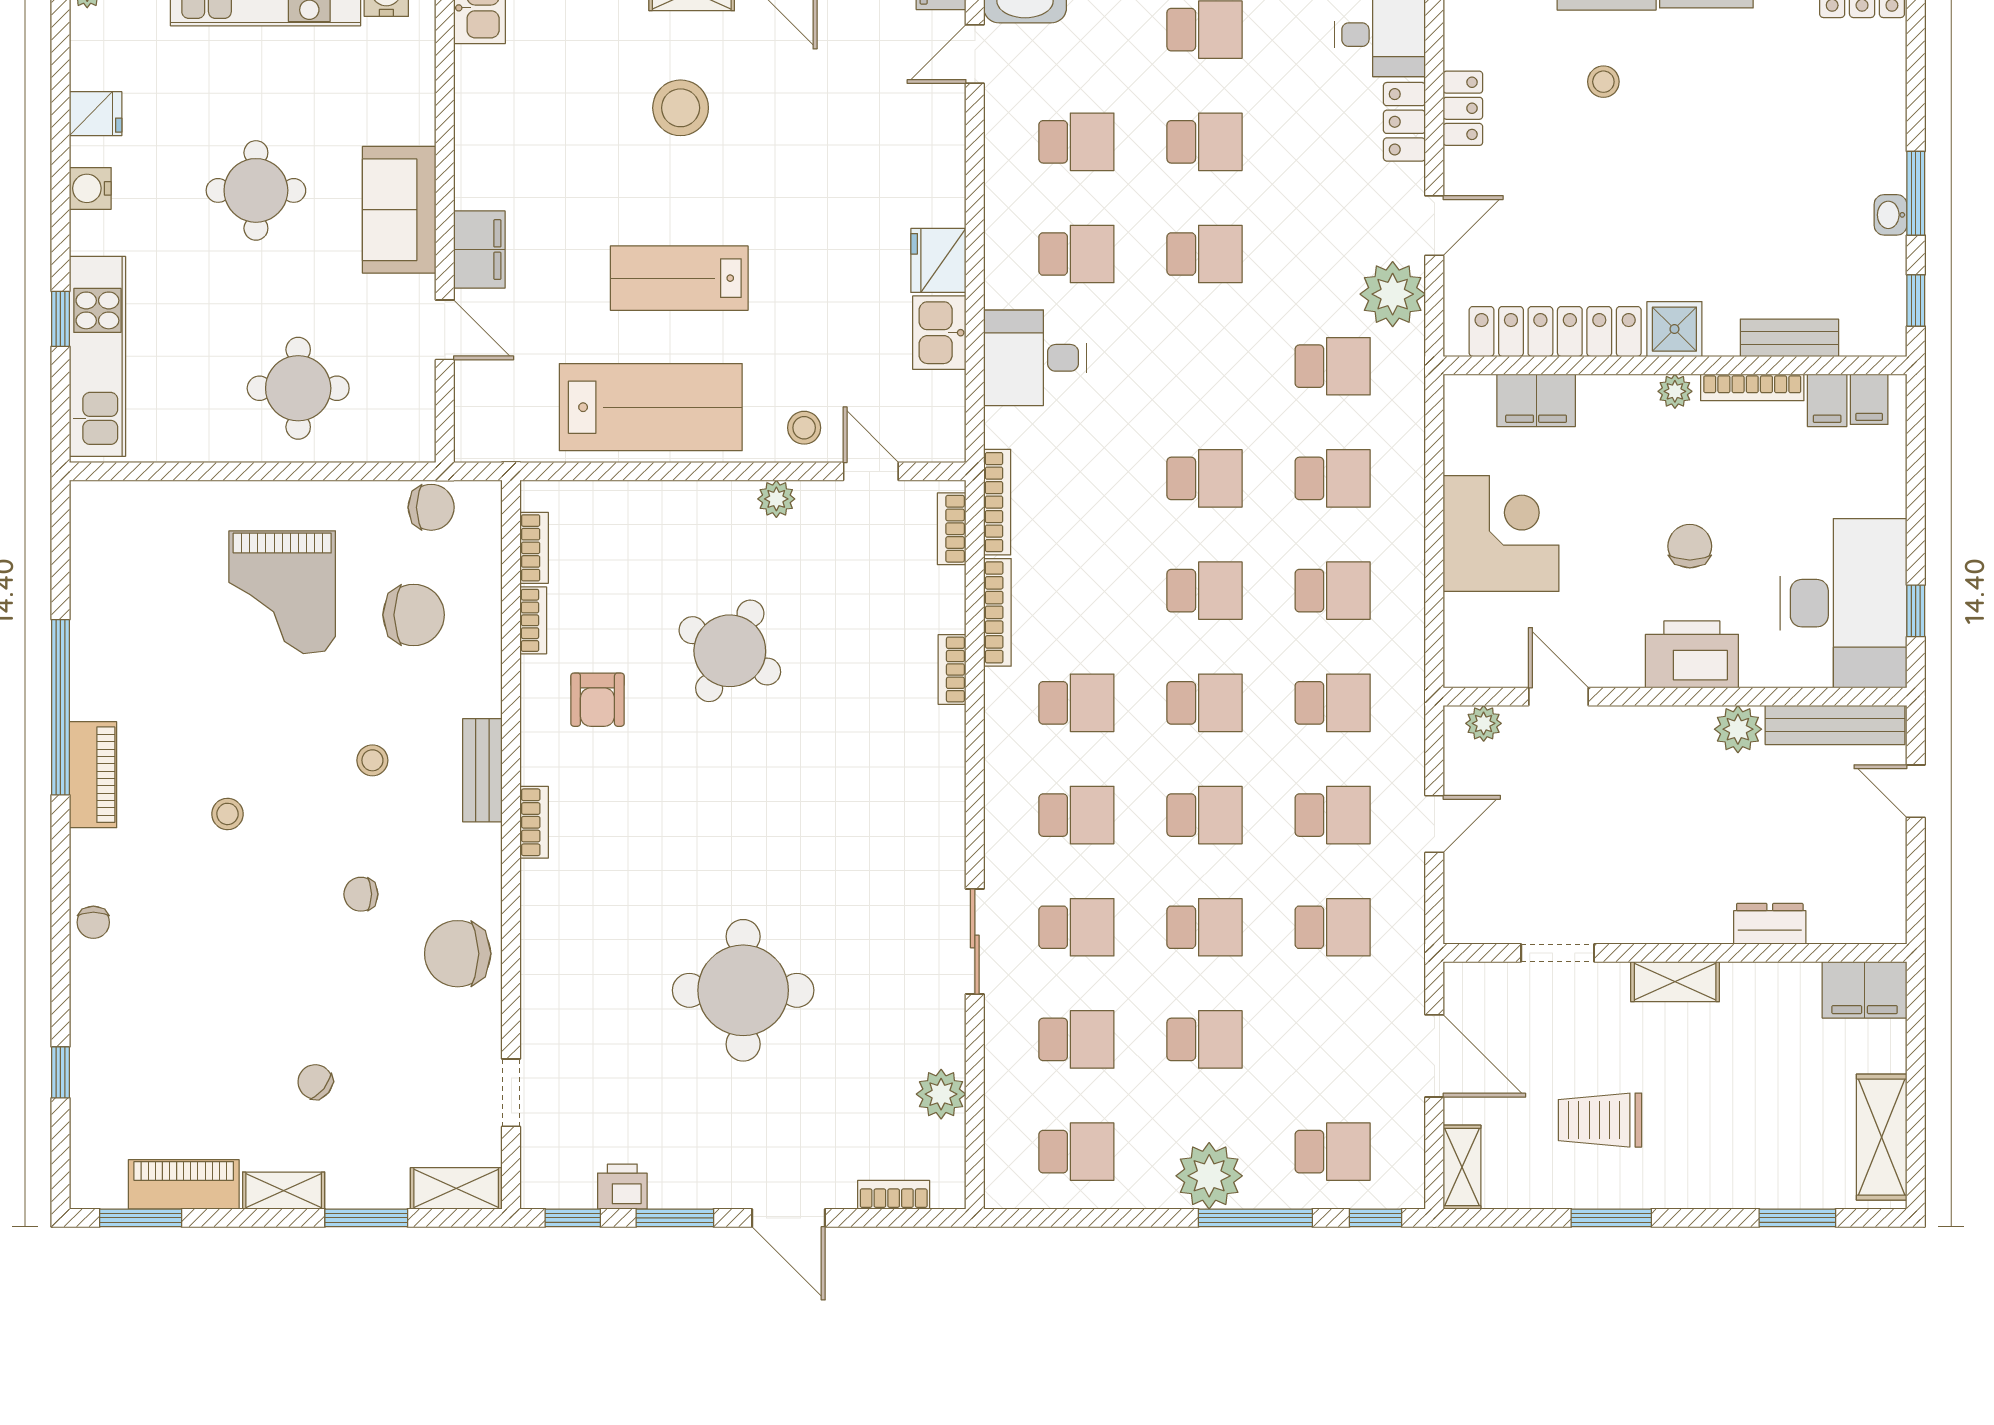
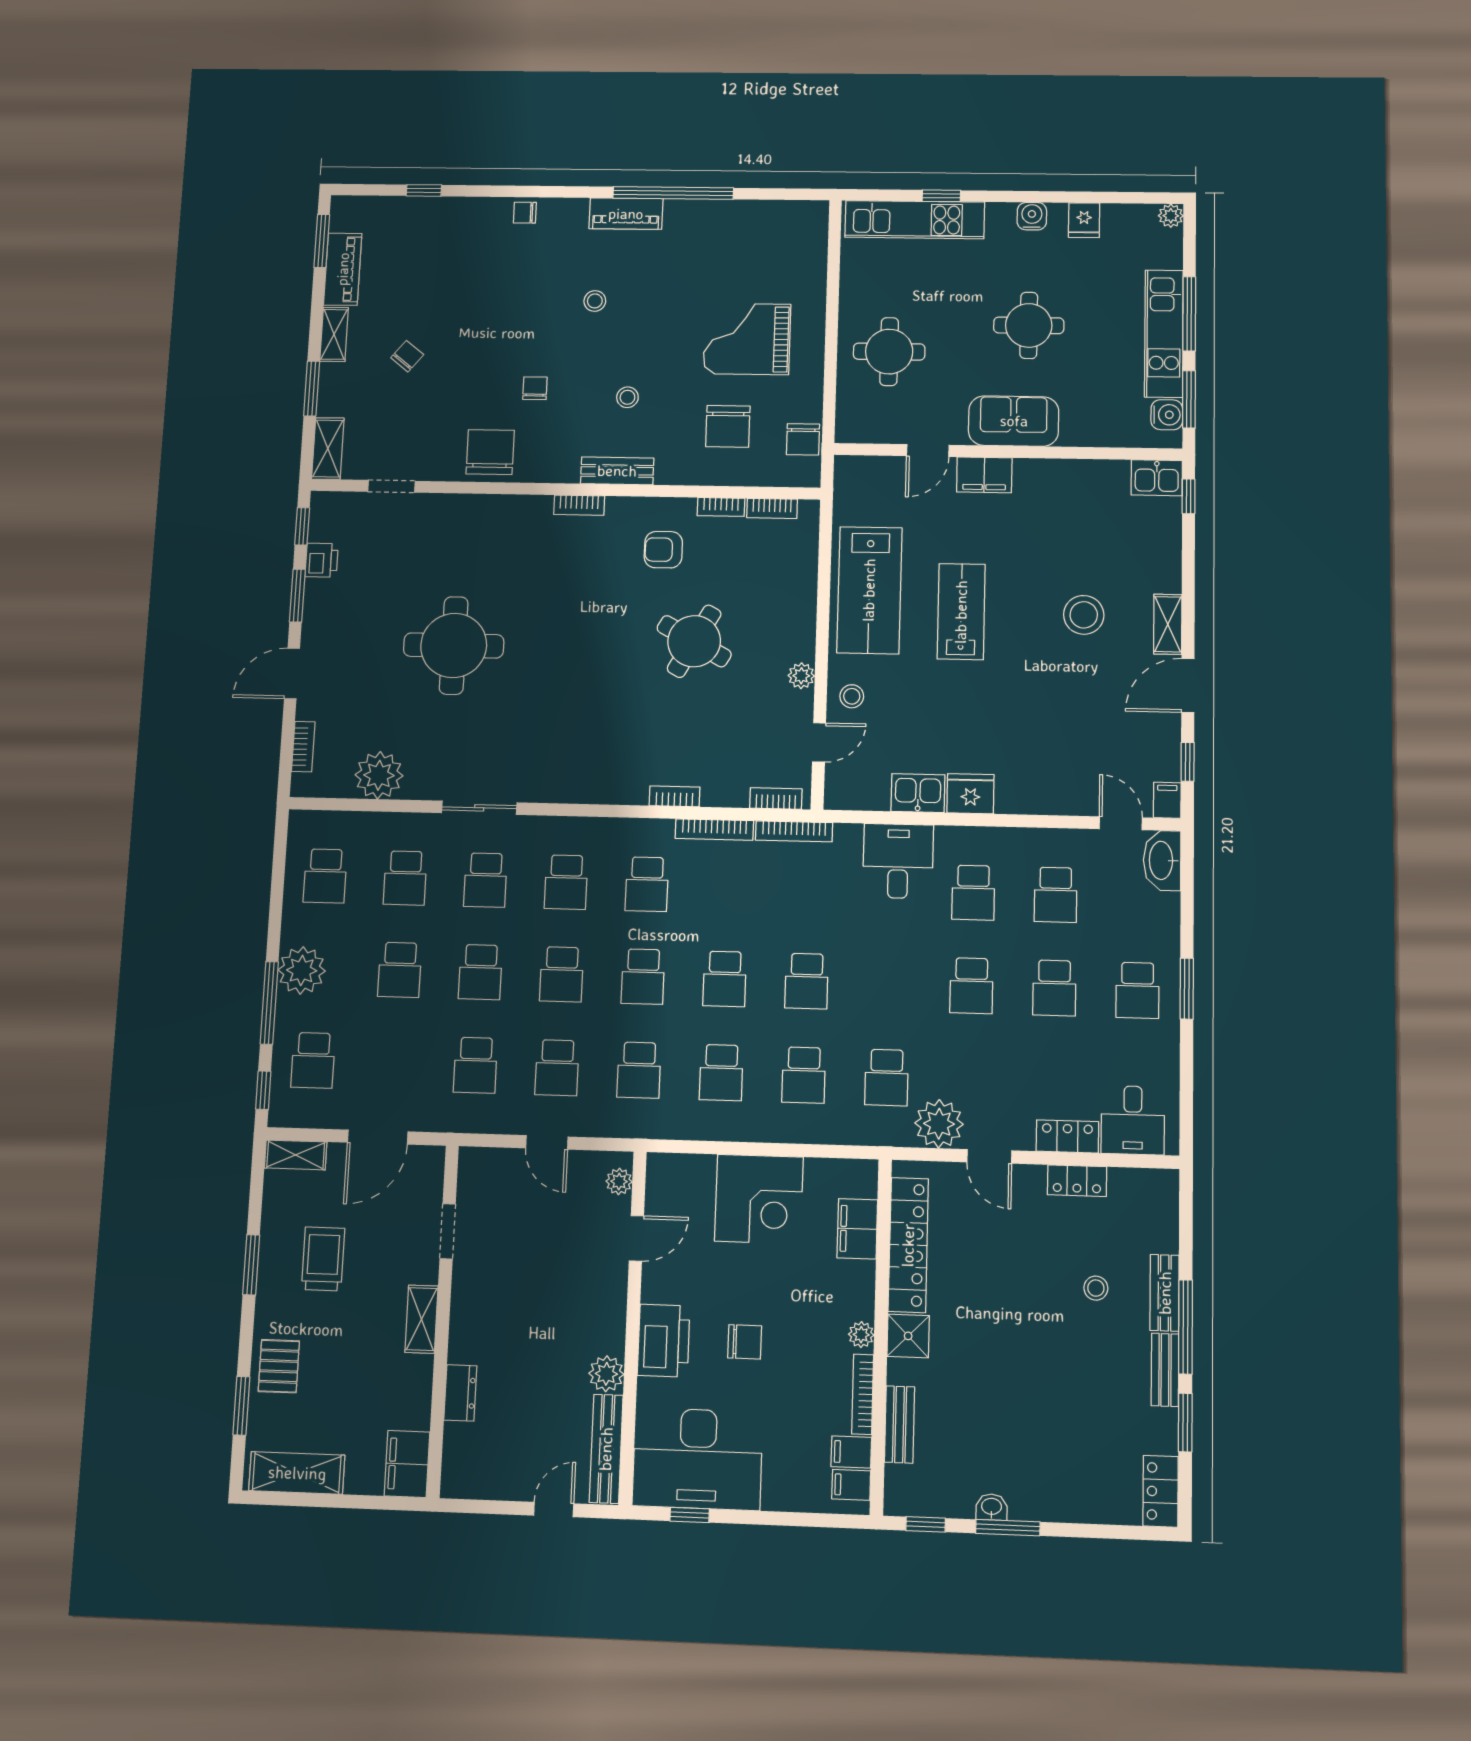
plant: (941, 1094) -> (379, 775), width x1.36, depth x1.36
pallet: (1744, 1171) -> (279, 1366), added

